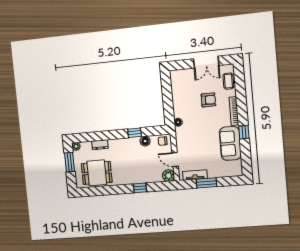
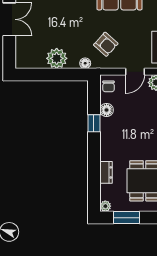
armchair: (208, 100) -> (106, 44), moved, turned 132
plant: (180, 101) -> (57, 58), added

